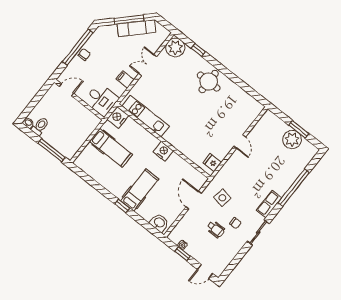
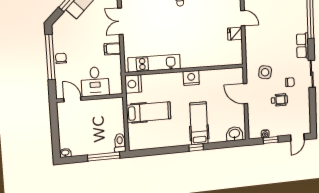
door: (66, 90) -> (72, 99), hinge flipped
desk: (101, 100) -> (95, 82), moved, turned 90
toilet: (40, 126) -> (120, 143), moved
fridge: (212, 163) -> (235, 34), moved

